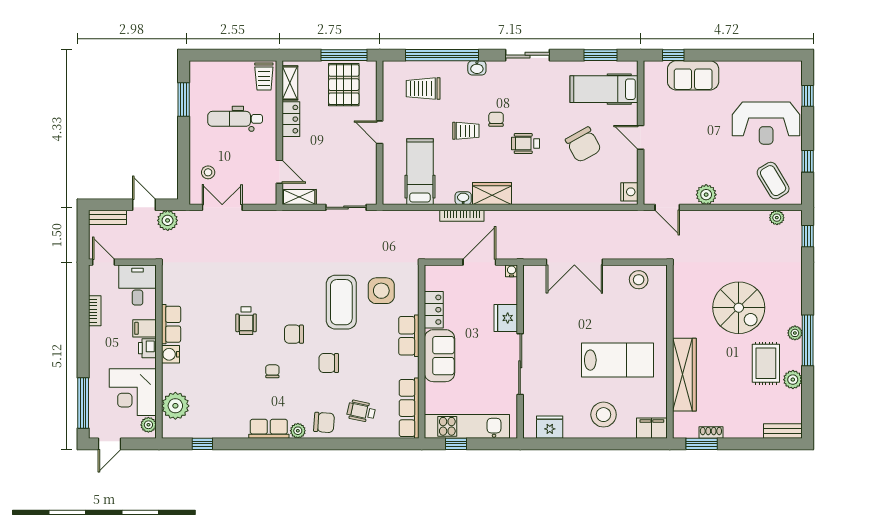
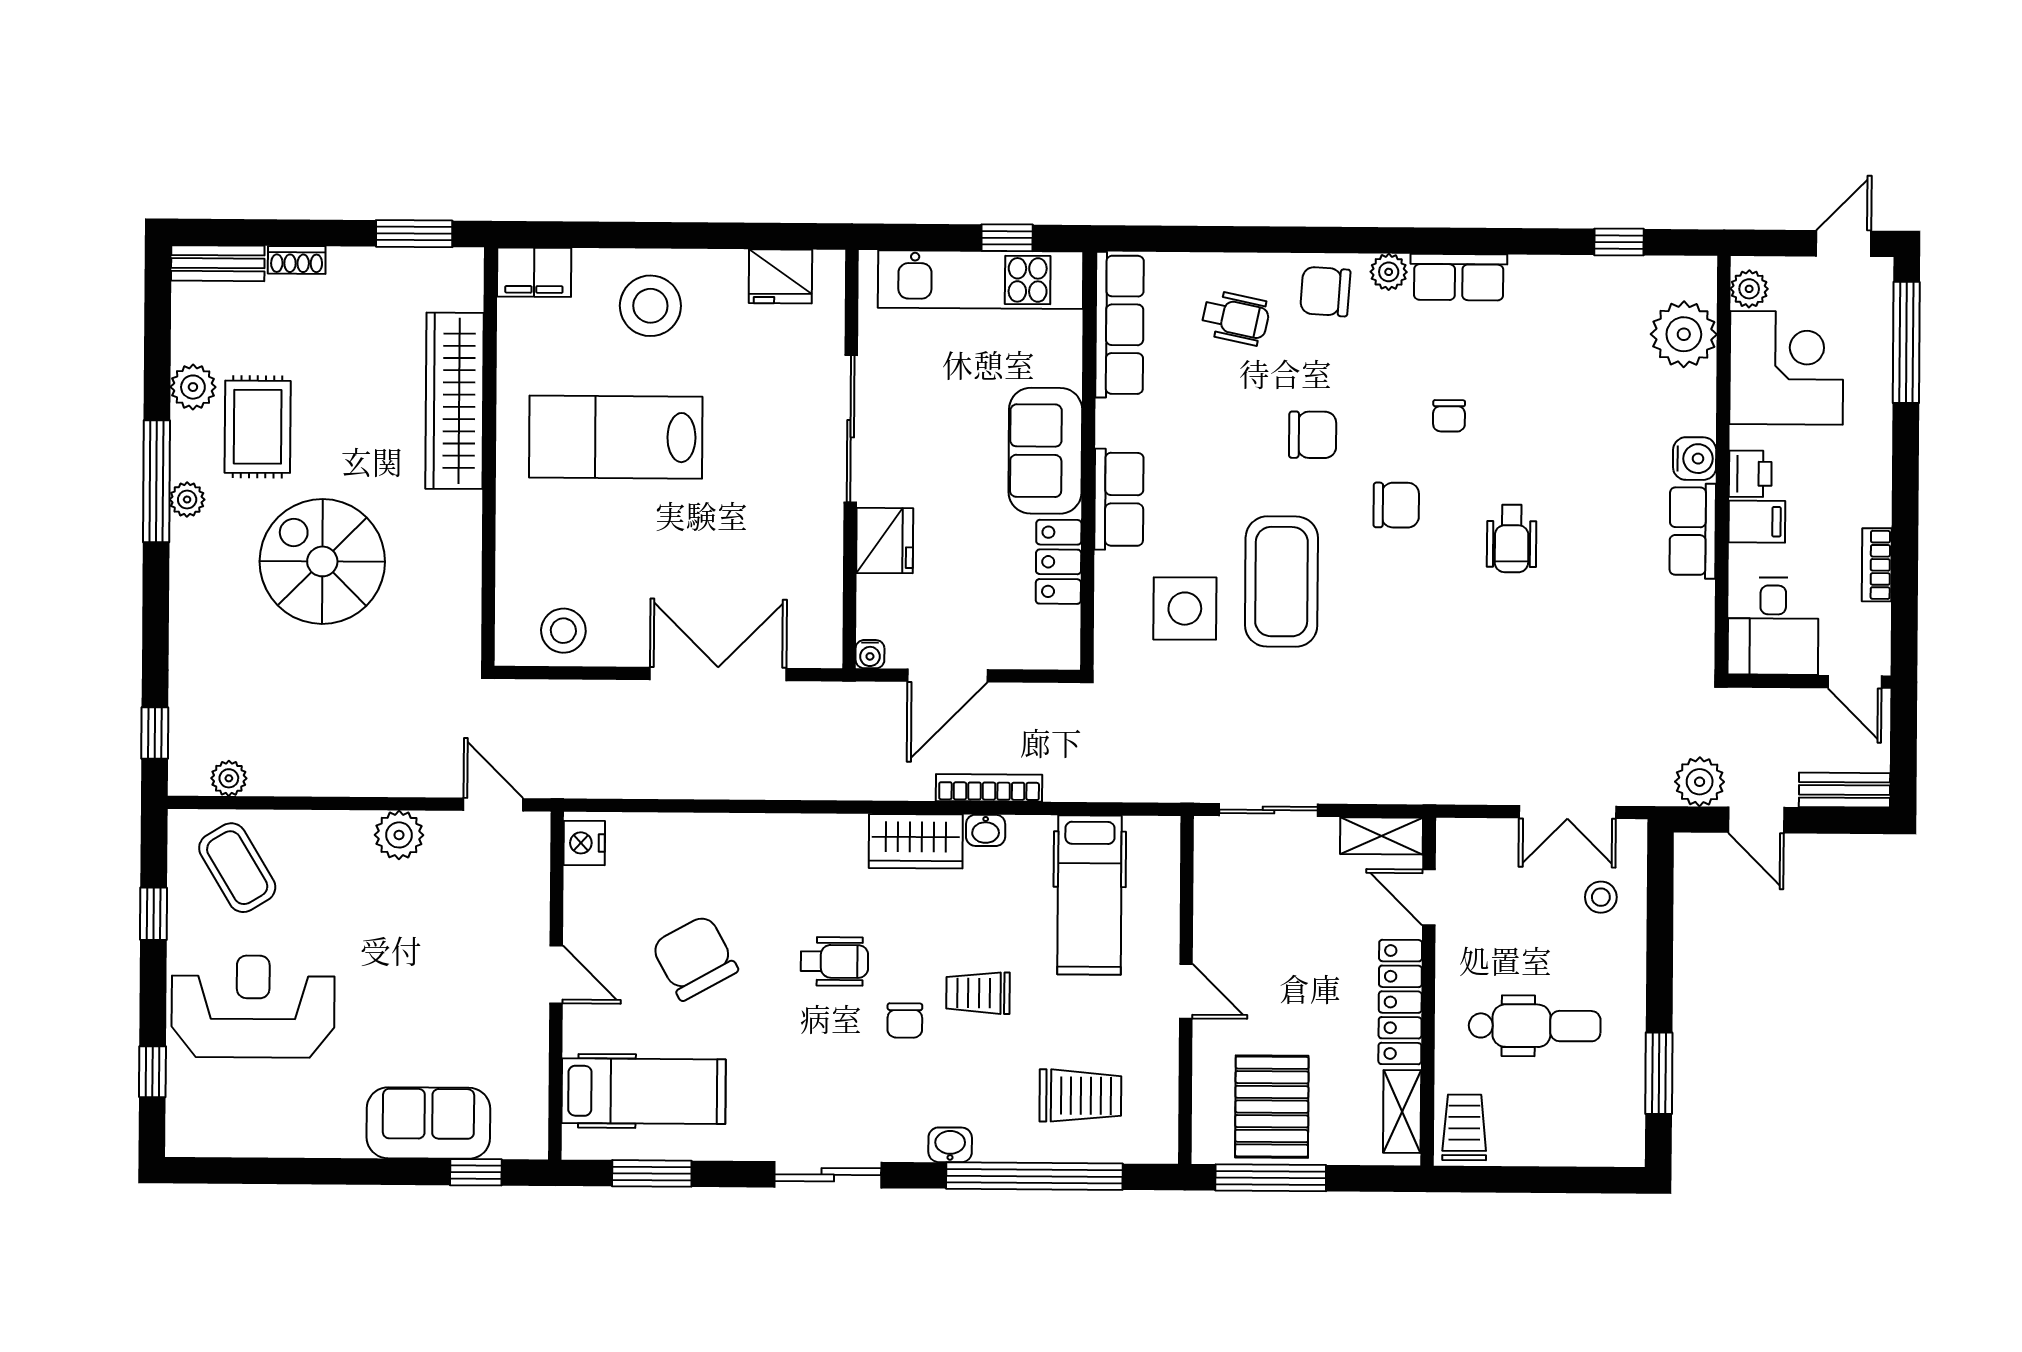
locker: (291, 119) -> (1400, 1002), width x1.53
wheelchair: (246, 321) -> (1512, 539), turned 180
shoe rack: (711, 433) -> (297, 260), moved

